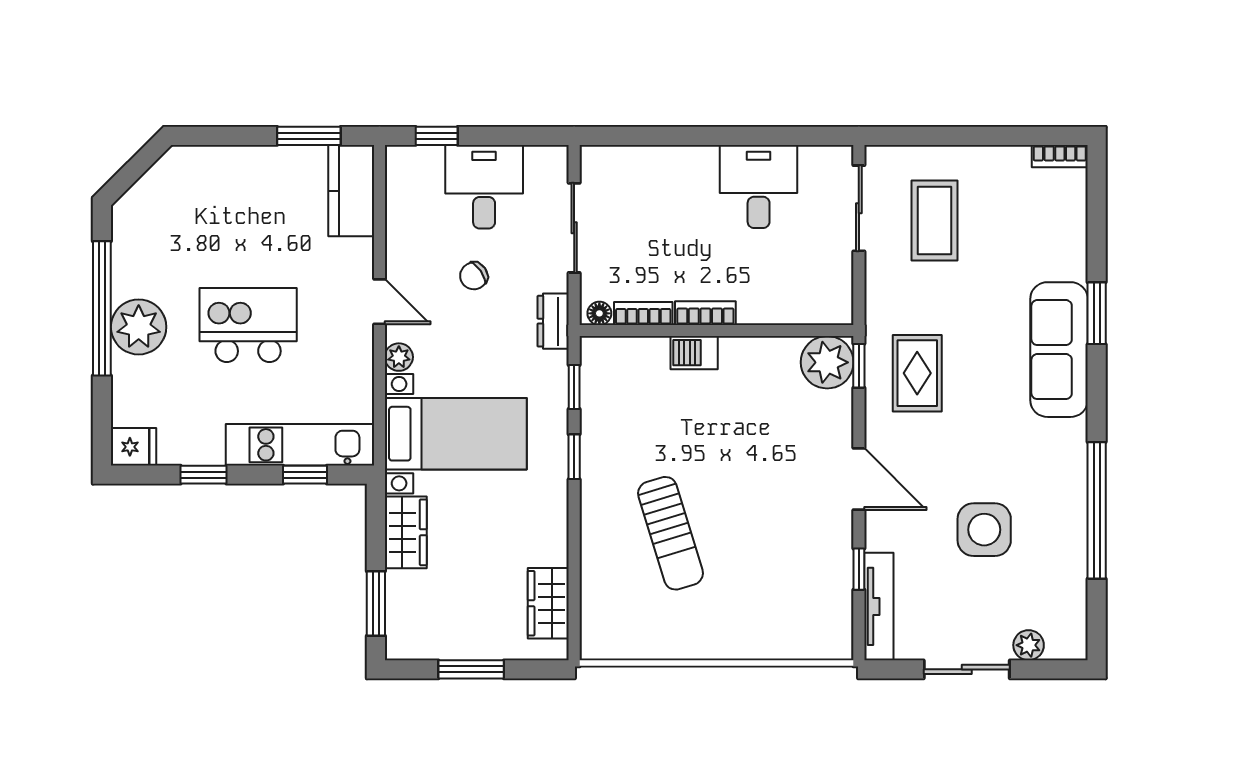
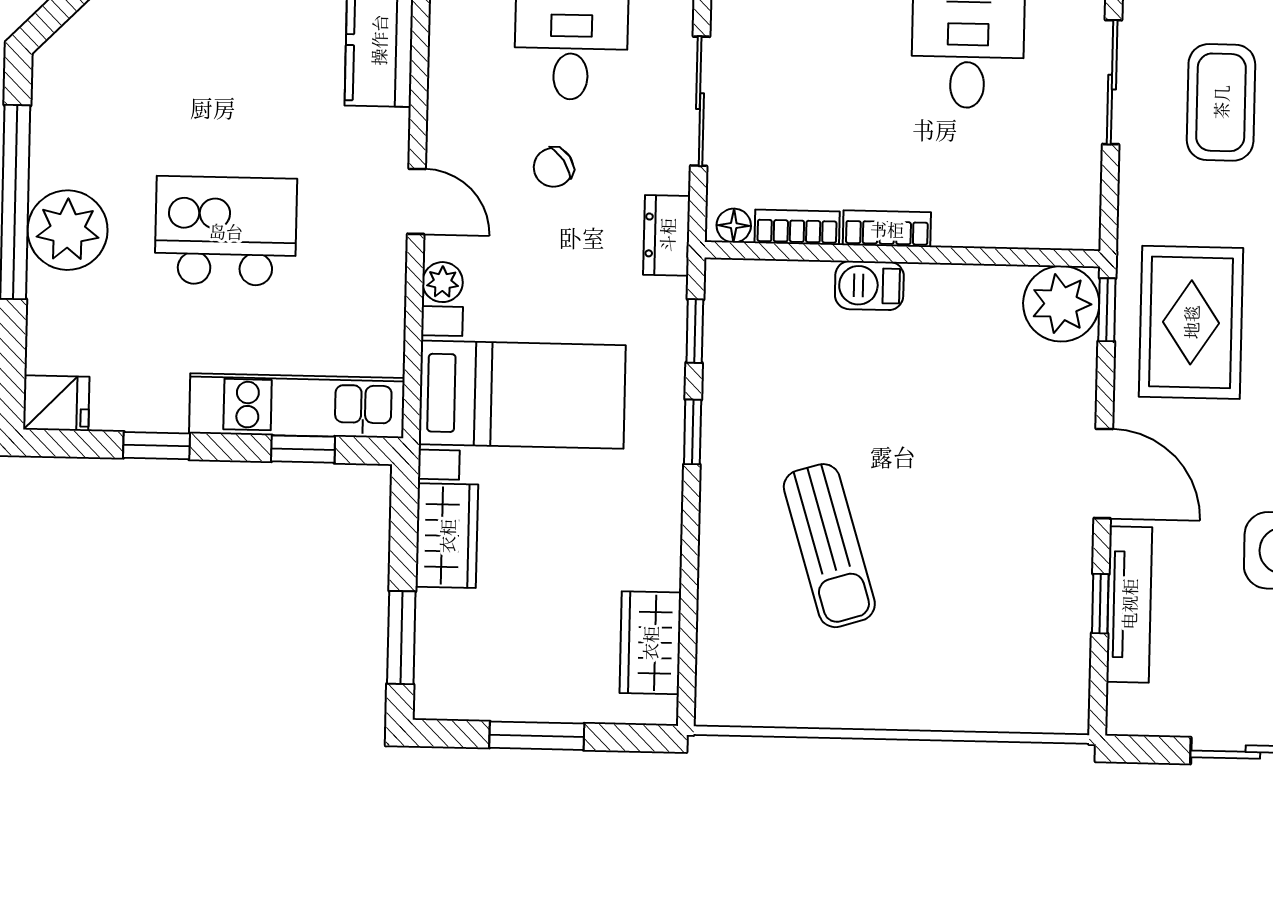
rug: (917, 373) -> (1191, 322), width x1.36, depth x1.43
tv unit: (879, 606) -> (1129, 604), moved

